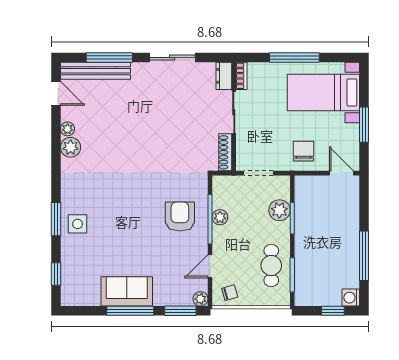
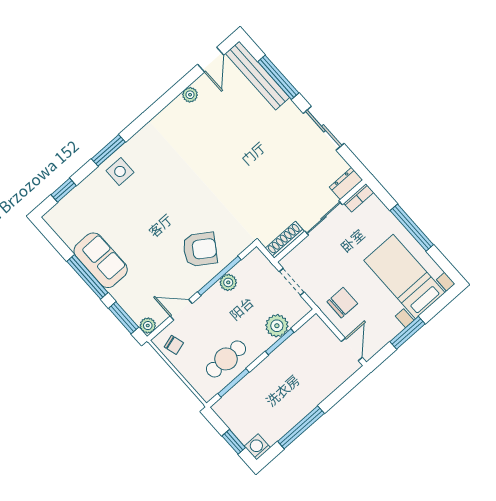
plant: (71, 147) -> (177, 110), removed
armchair: (180, 217) -> (200, 249), turned 34

